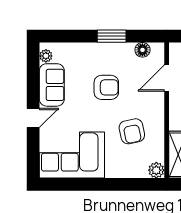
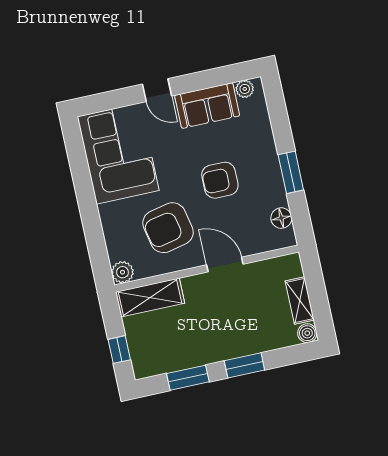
door: (167, 78) -> (225, 265), moved
armchair: (106, 87) -> (220, 180), turned 90
armchair: (132, 131) -> (168, 228), width x1.36, depth x1.36

